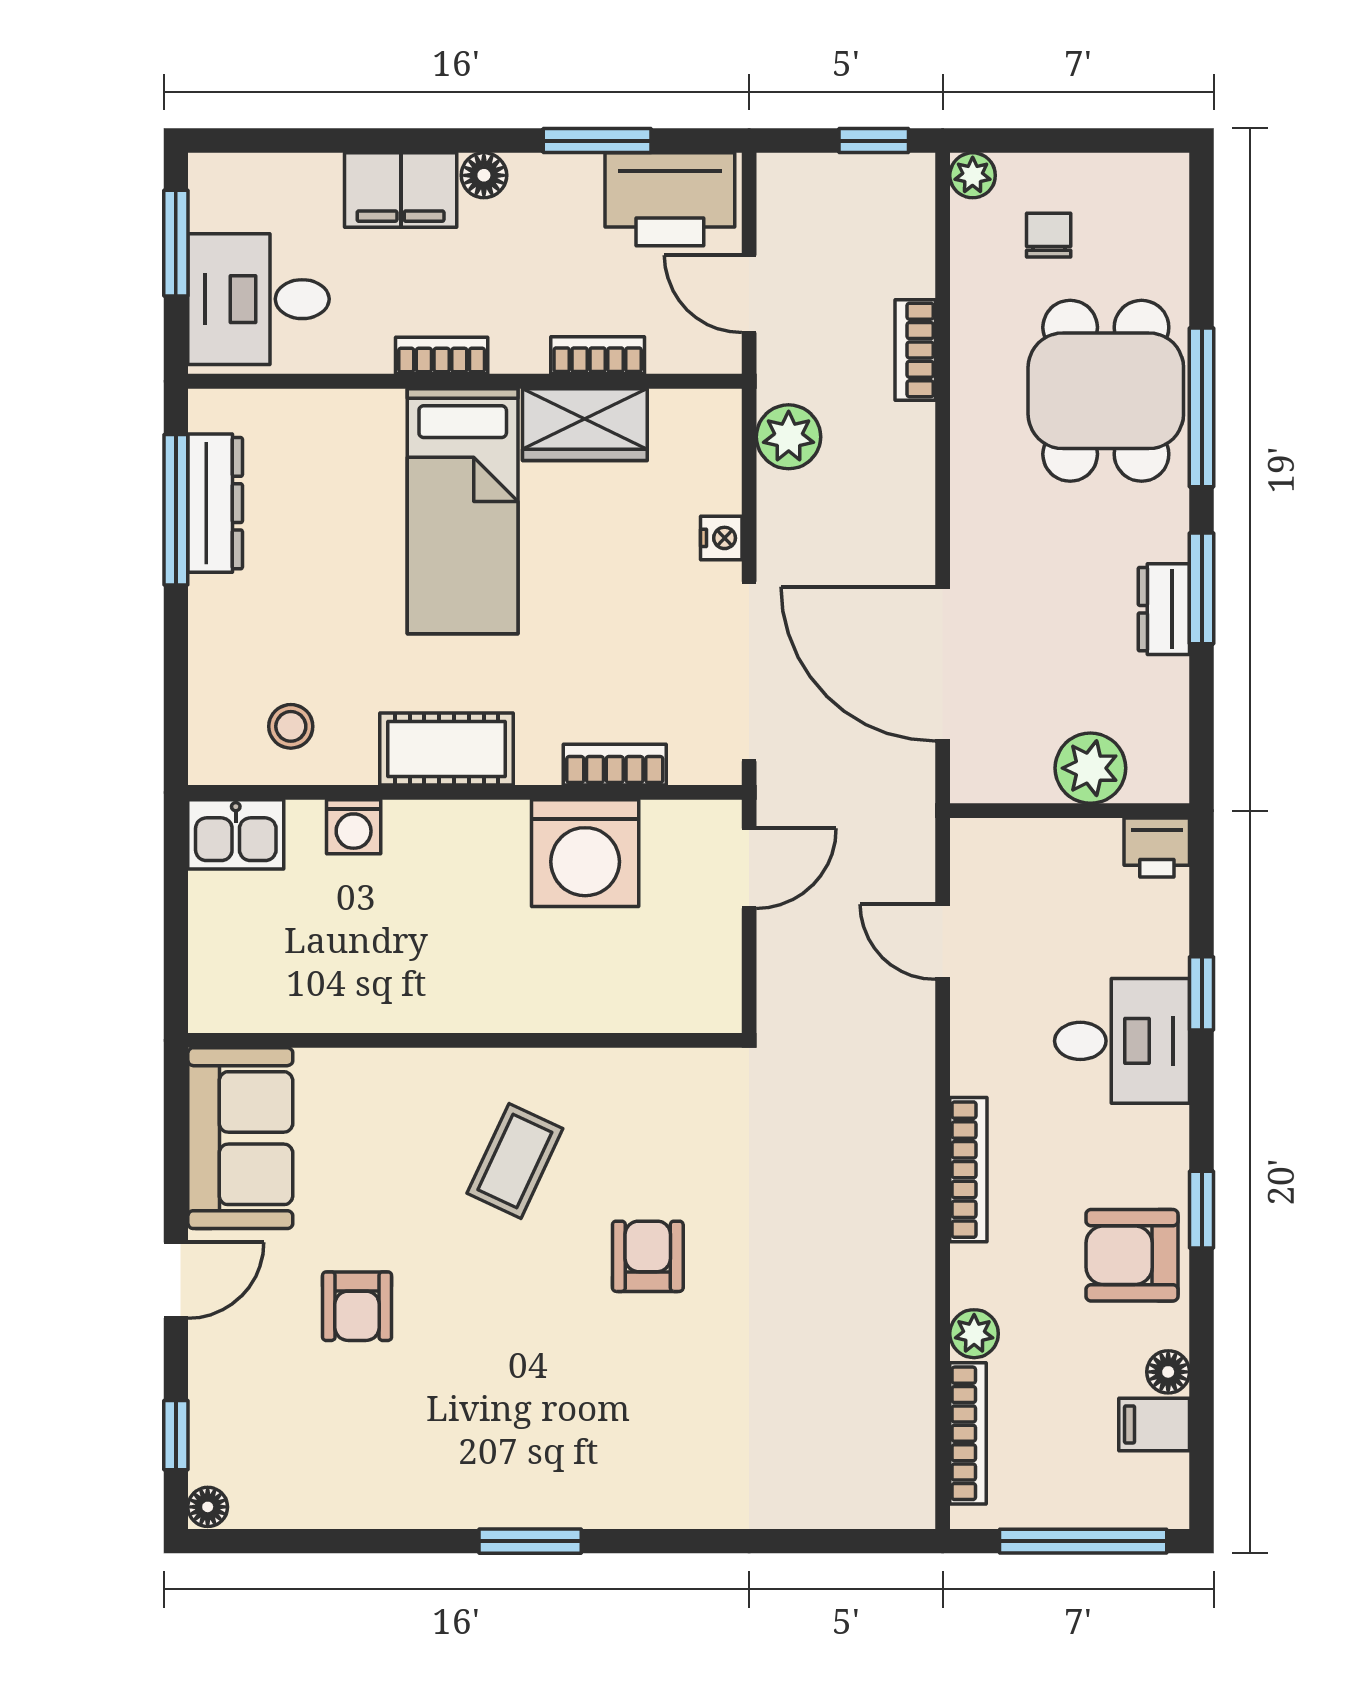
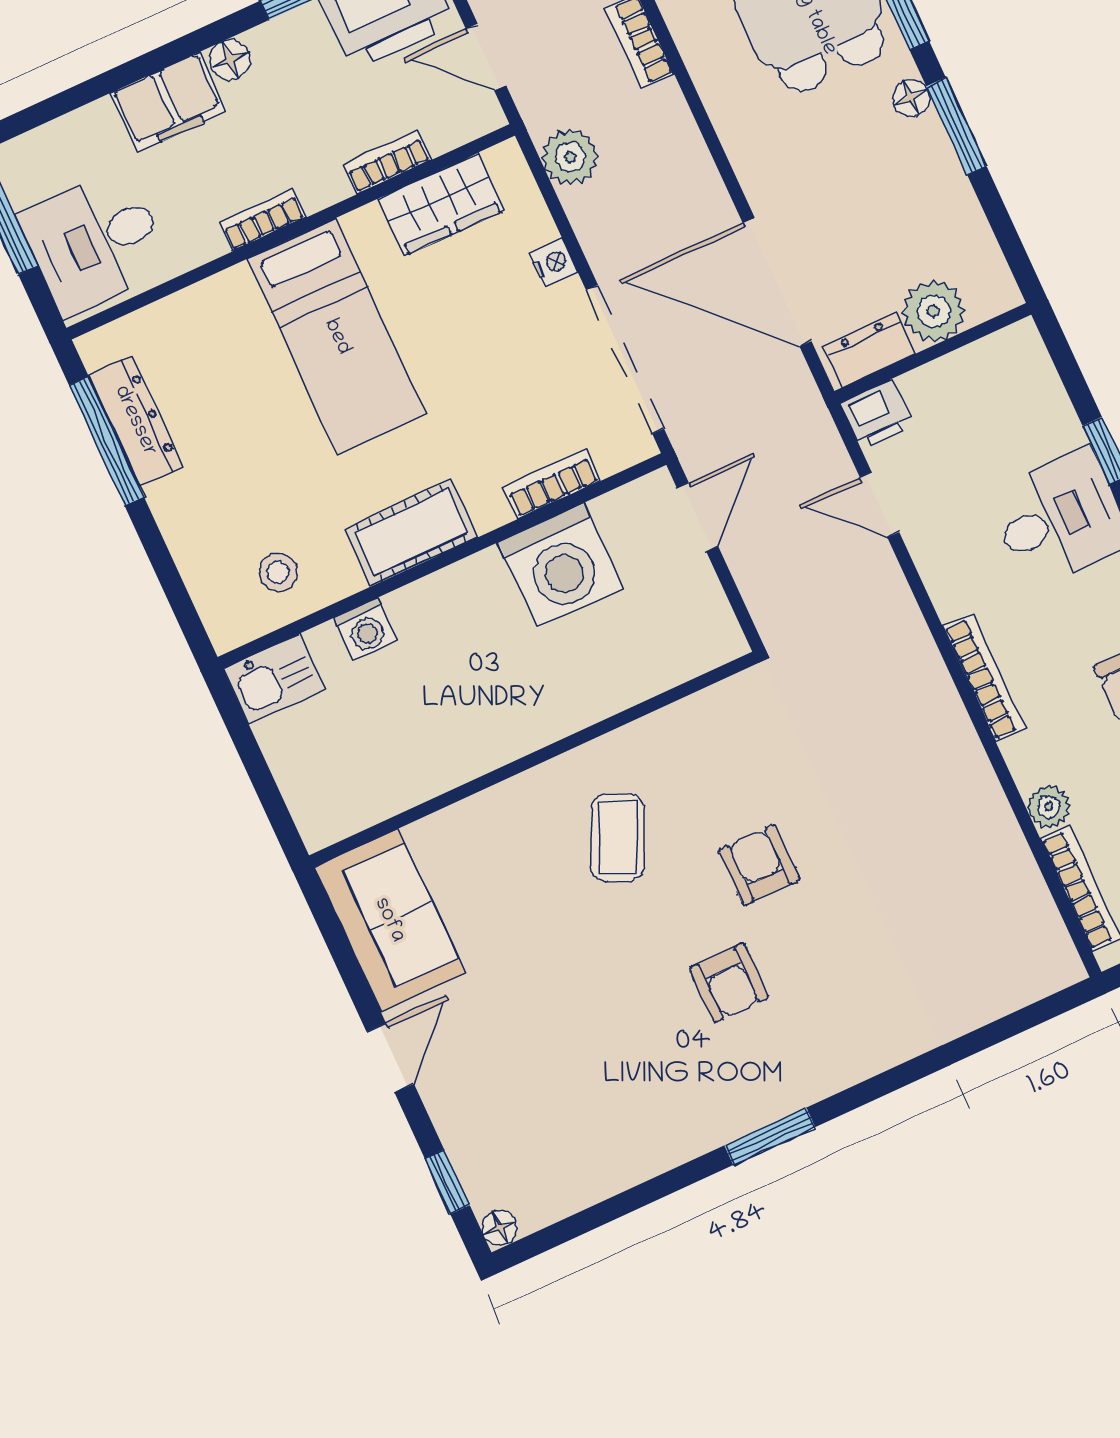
wardrobe: (585, 425) -> (441, 204), moved
floor lamp: (1168, 538) -> (911, 98), added
dresser: (1164, 609) -> (869, 350), moved, turned 90
printer: (1157, 847) -> (877, 414), moved
armchair: (357, 1306) -> (729, 983), moved

